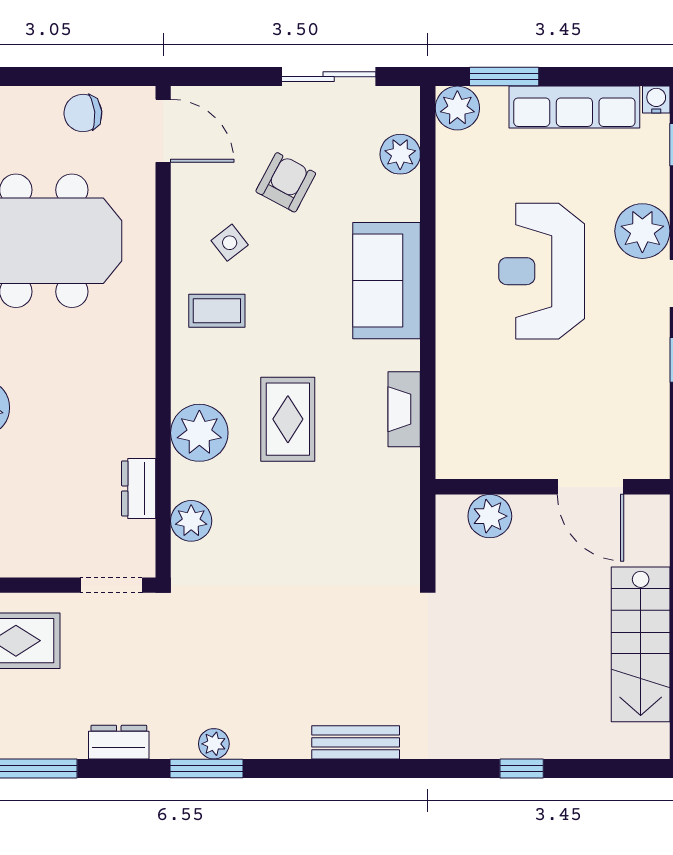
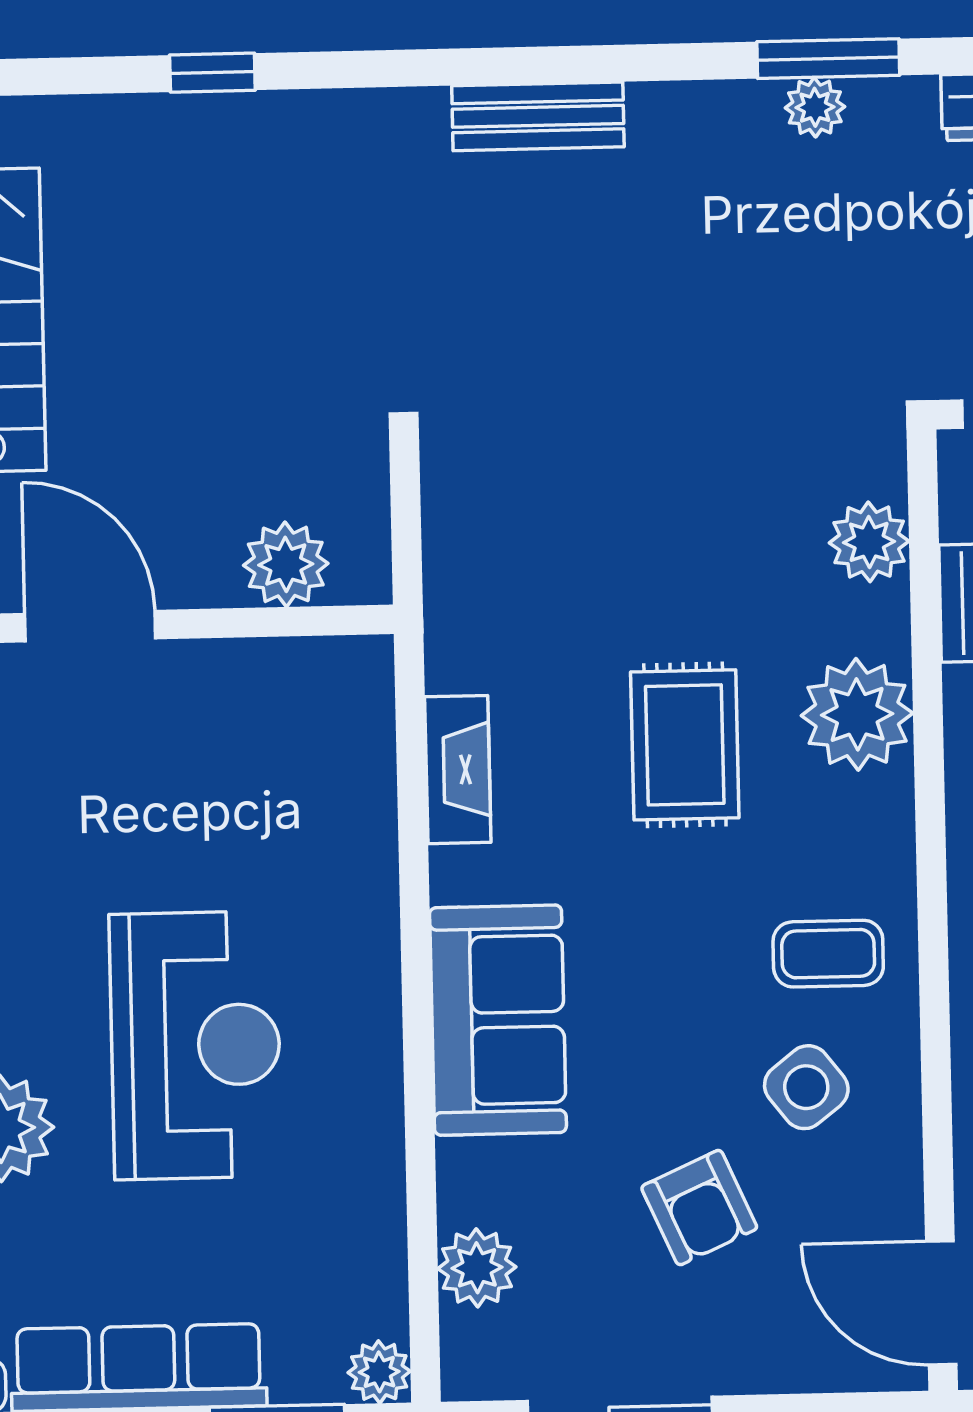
plant: (457, 108) -> (379, 1372), width x0.73, depth x0.73
armchair: (286, 182) -> (699, 1208), turned -52
side table: (230, 243) -> (806, 1087), width x1.37, depth x1.37

